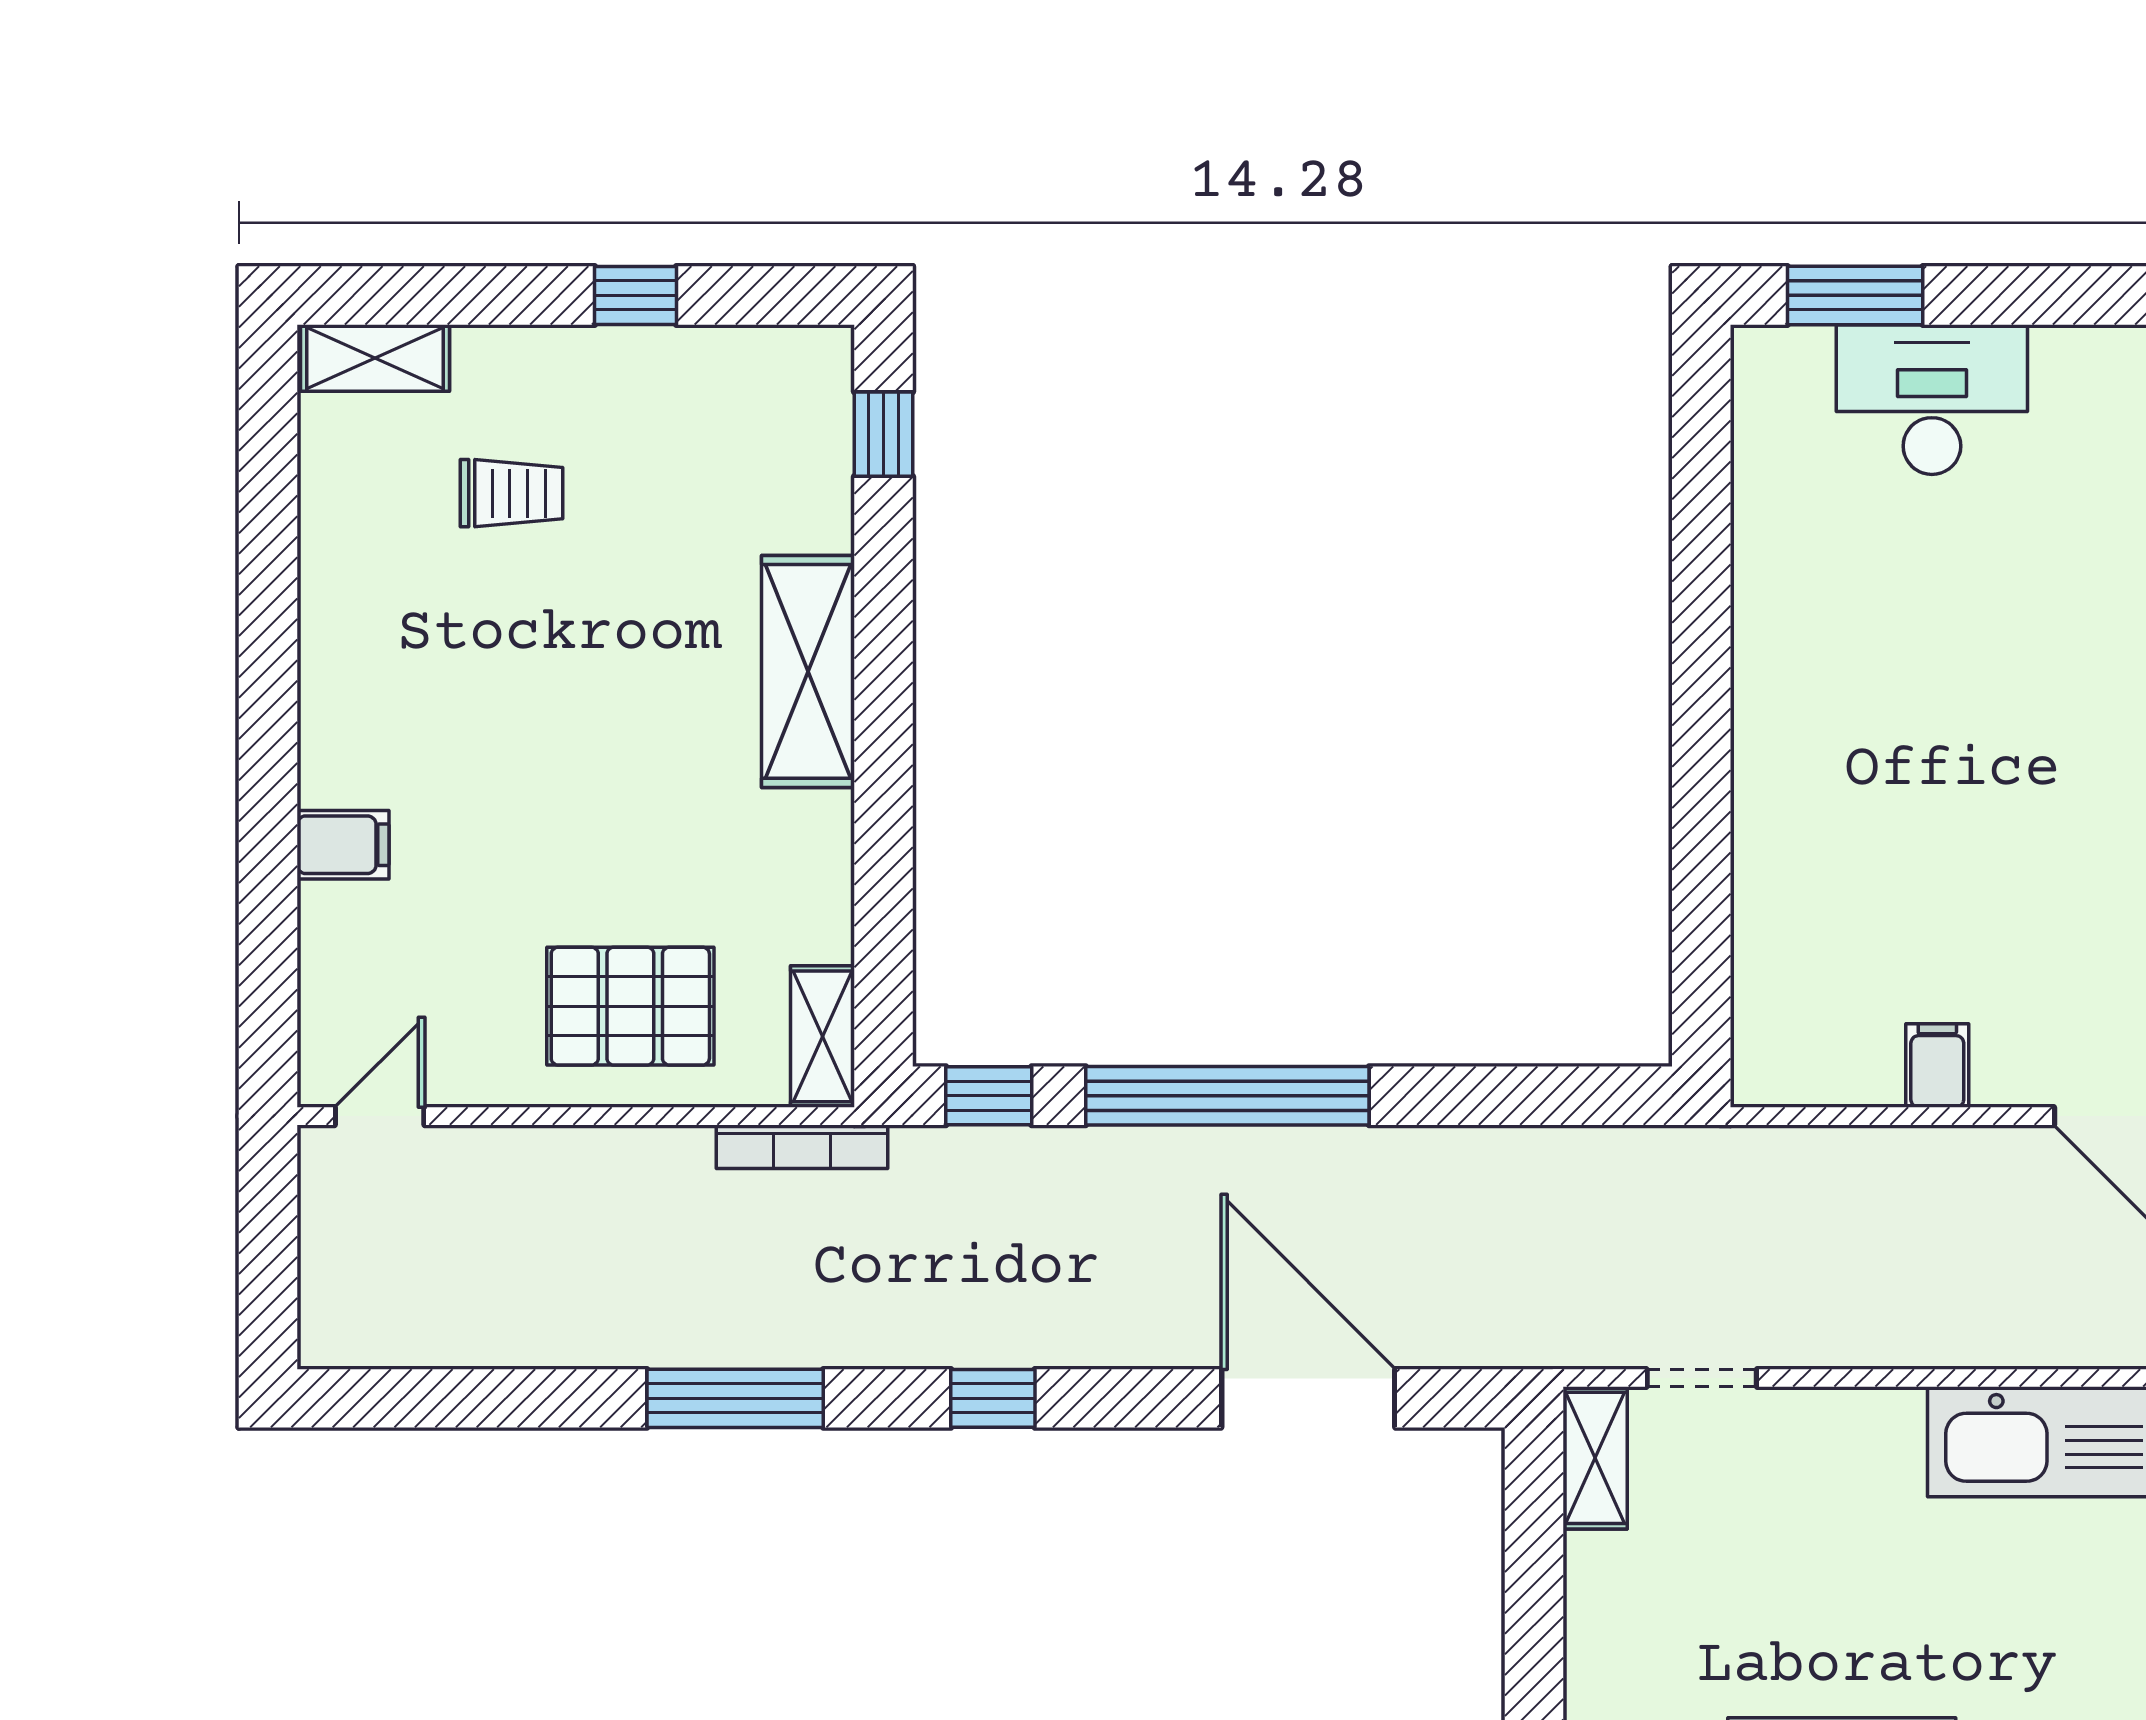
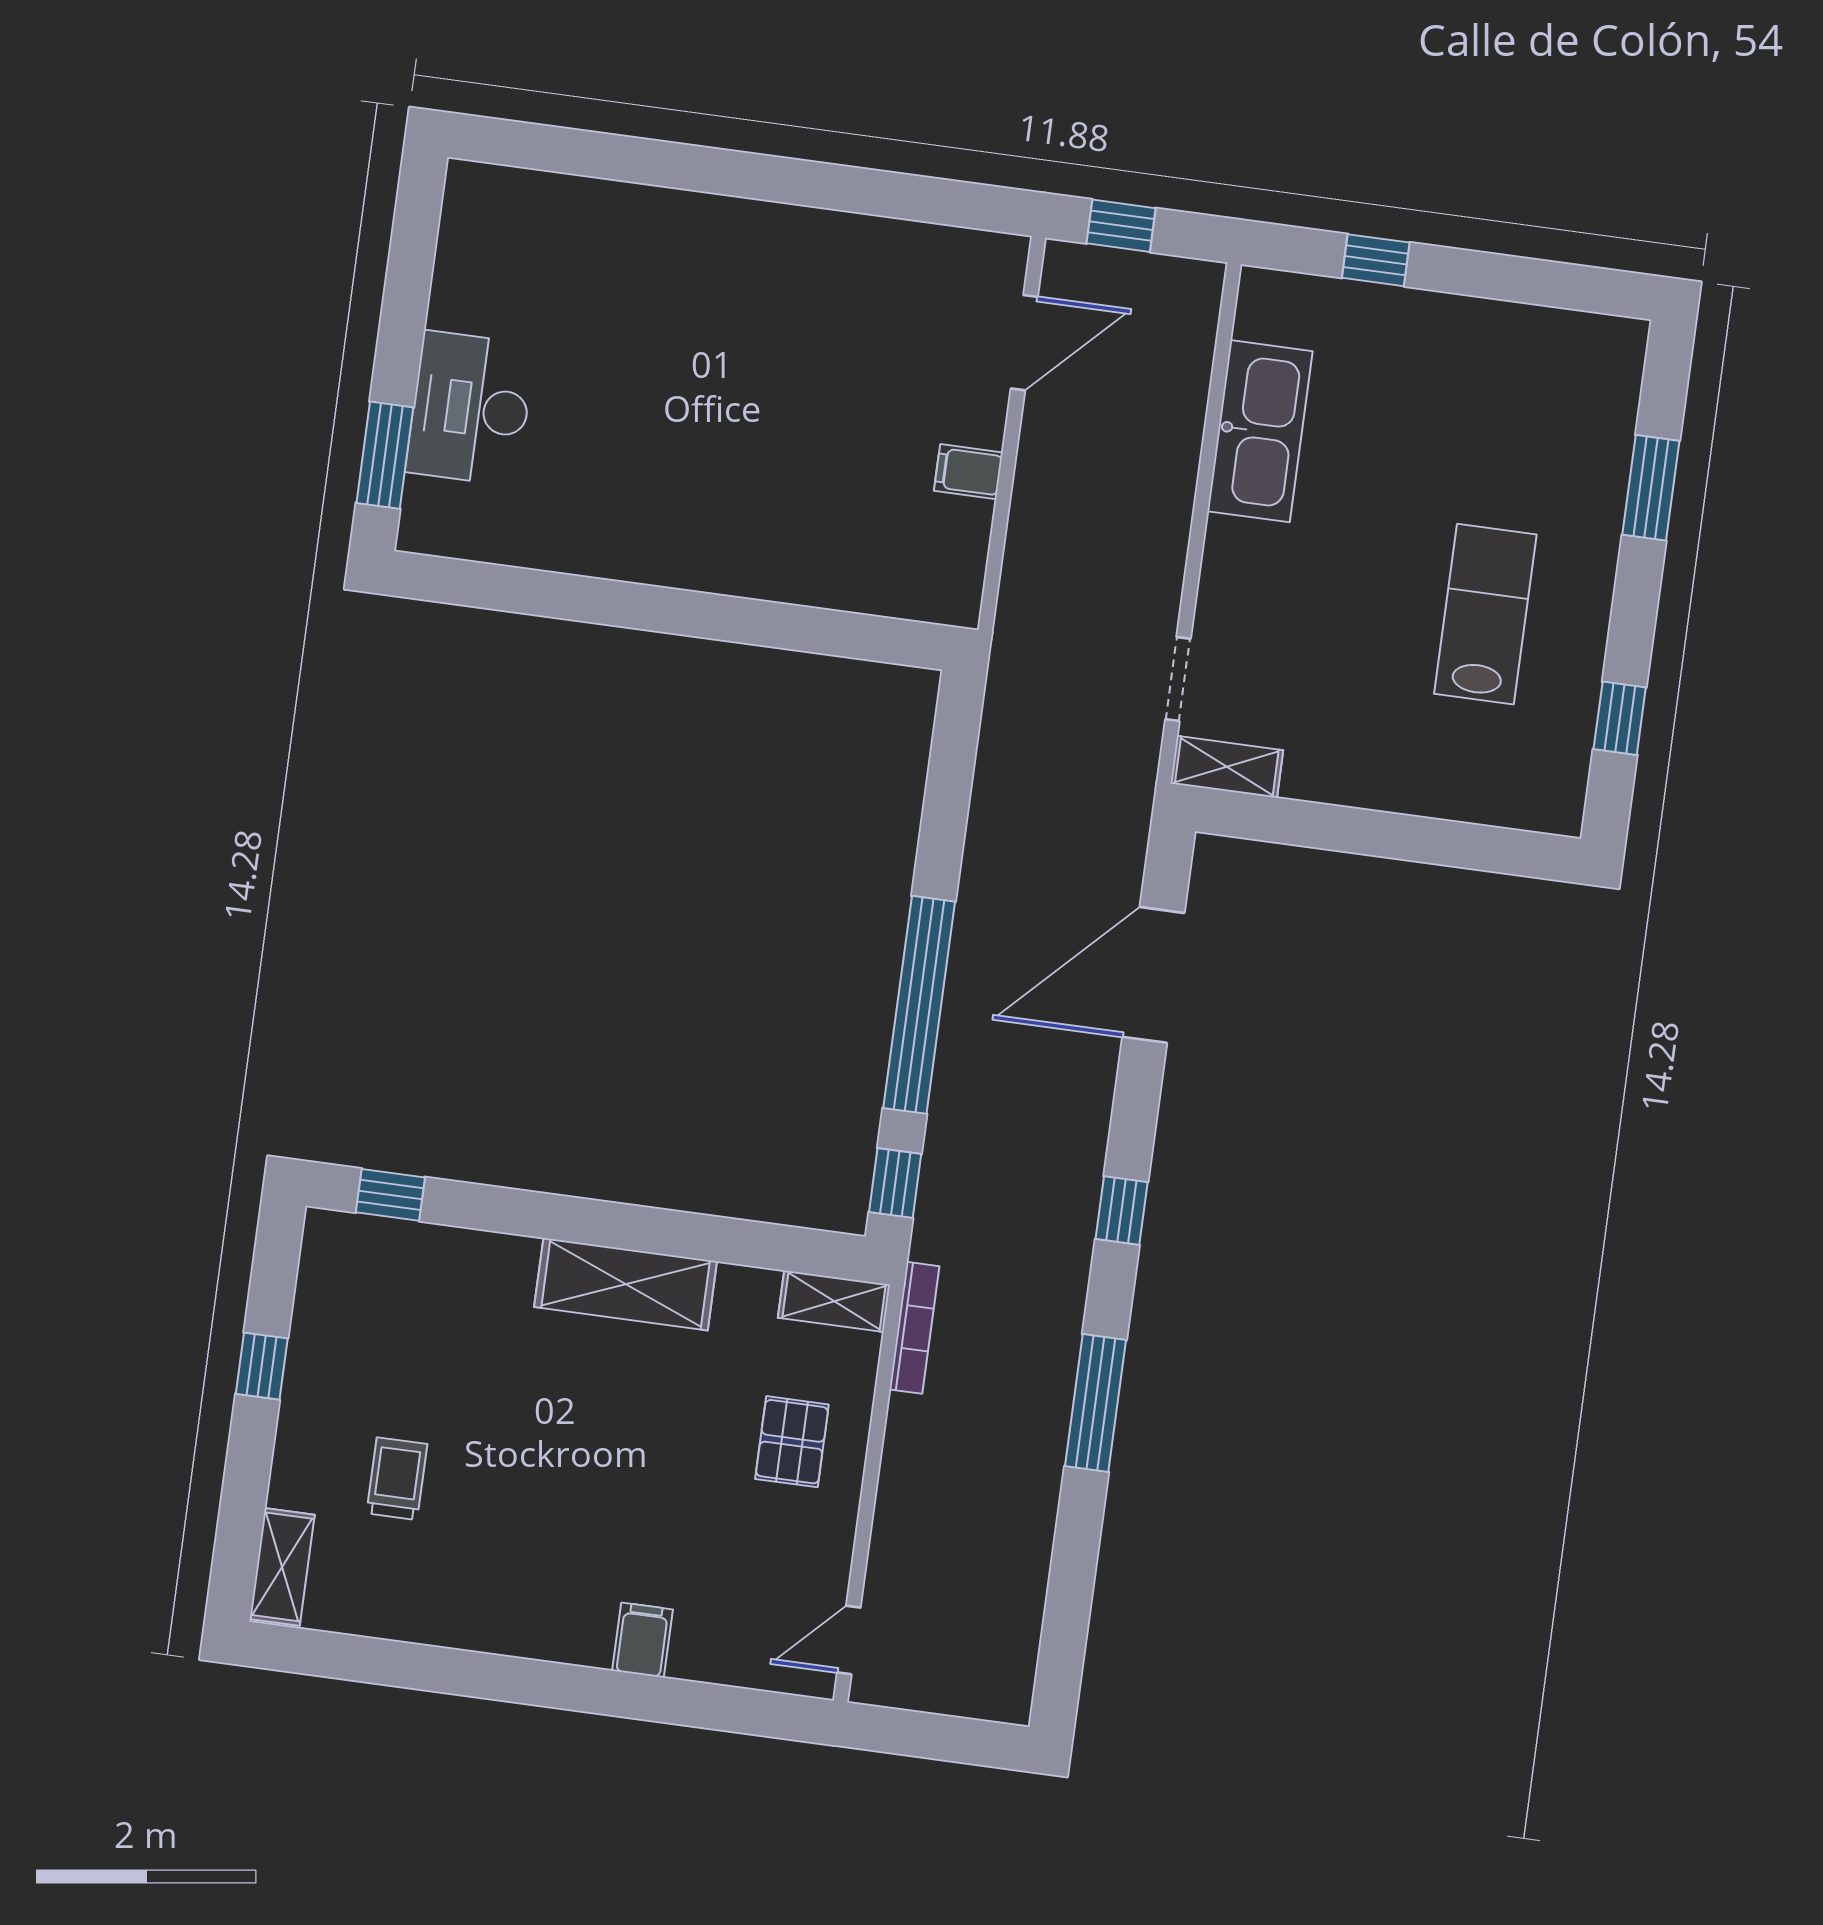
shelving: (808, 671) -> (626, 1284), moved
pallet: (630, 1006) -> (792, 1442), width x0.67, depth x0.71
door: (380, 1116) -> (849, 1640), hinge flipped

